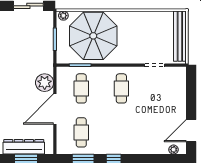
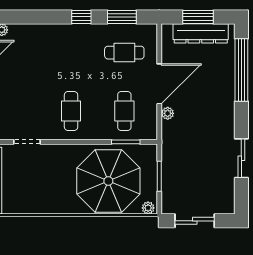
plant: (45, 83) -> (168, 113), width x0.53, depth x0.53
cafe table: (81, 132) -> (124, 53), turned 90

